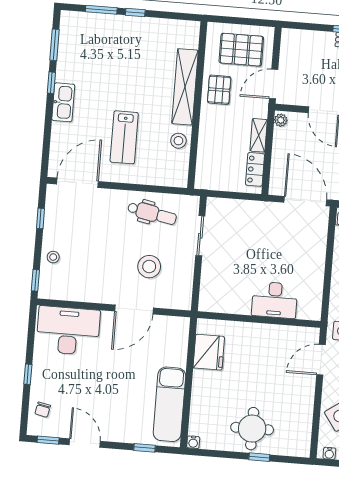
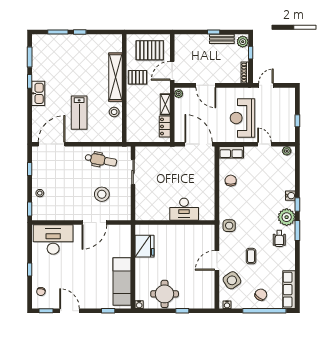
pallet: (219, 90) -> (138, 77), turned 90
door: (321, 360) -> (217, 260), moved
round table: (252, 429) -> (165, 294), moved

